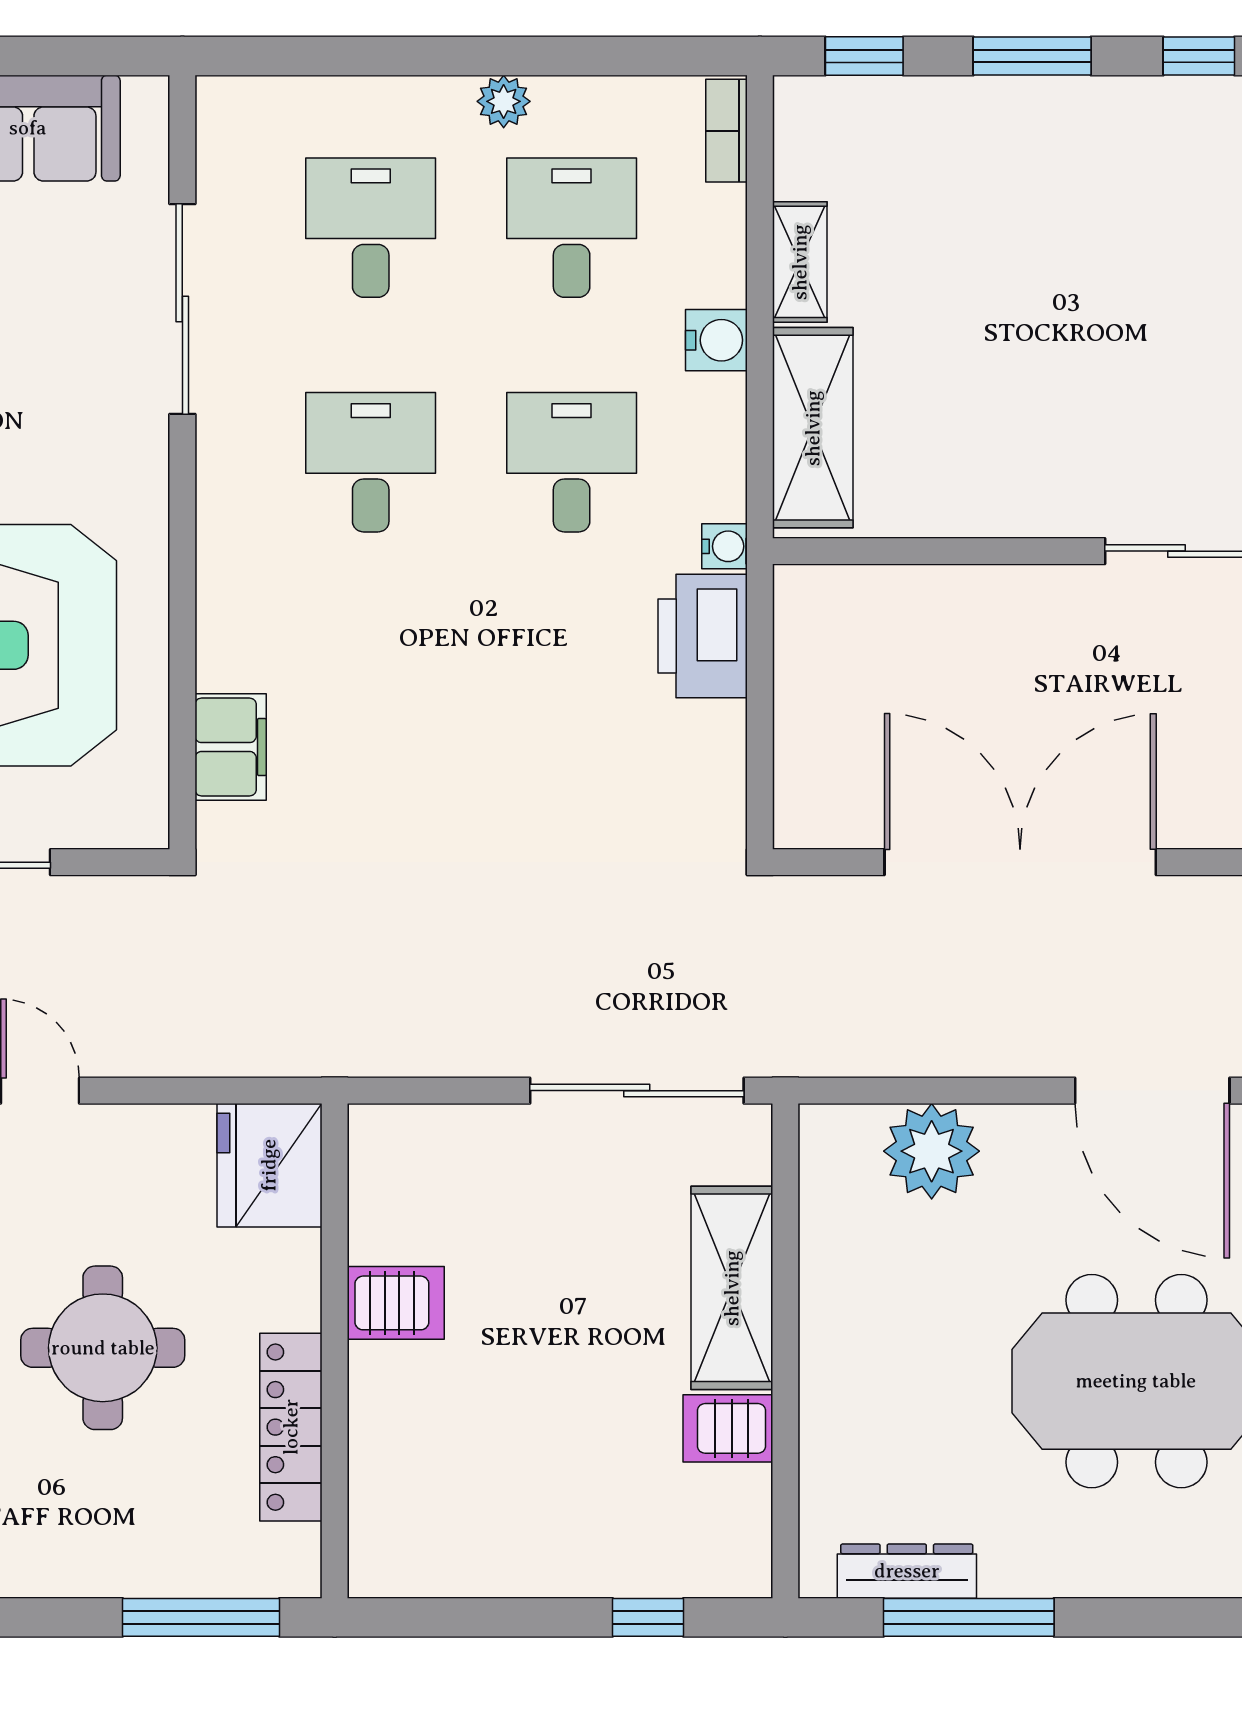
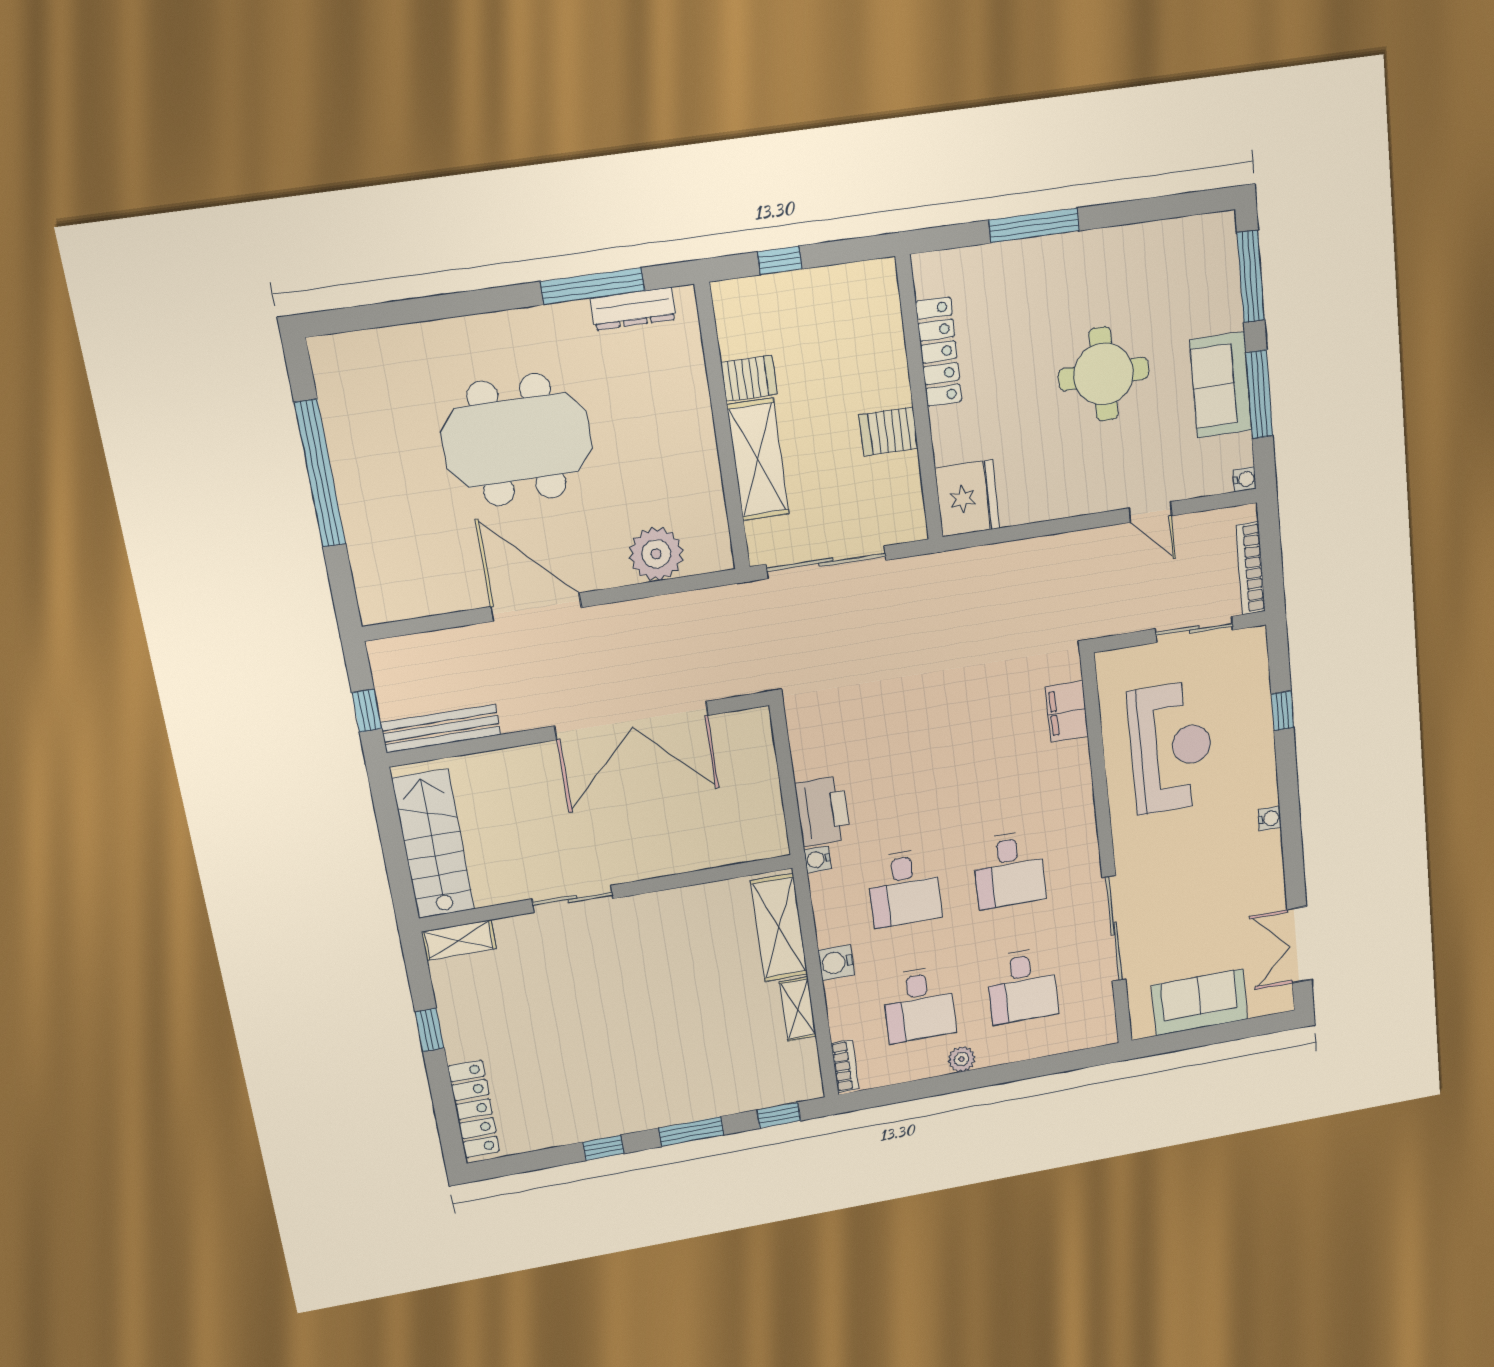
fridge: (269, 1165) -> (967, 498), moved
server rack: (396, 1303) -> (889, 432), moved
wall: (335, 1351) -> (919, 399), moved
locker: (291, 1427) -> (939, 352), moved

